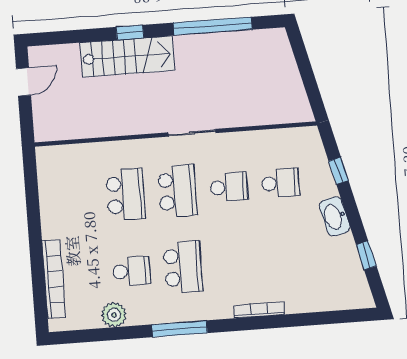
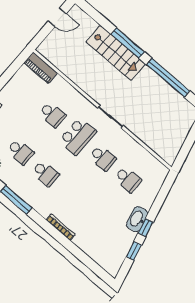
window: (130, 32) -> (128, 43), width x2.17
piano: (61, 156) -> (41, 68), added
window: (339, 171) -> (146, 228), moved
school desk: (126, 195) -> (52, 115), width x0.54
school desk: (183, 267) -> (46, 173), width x0.54

